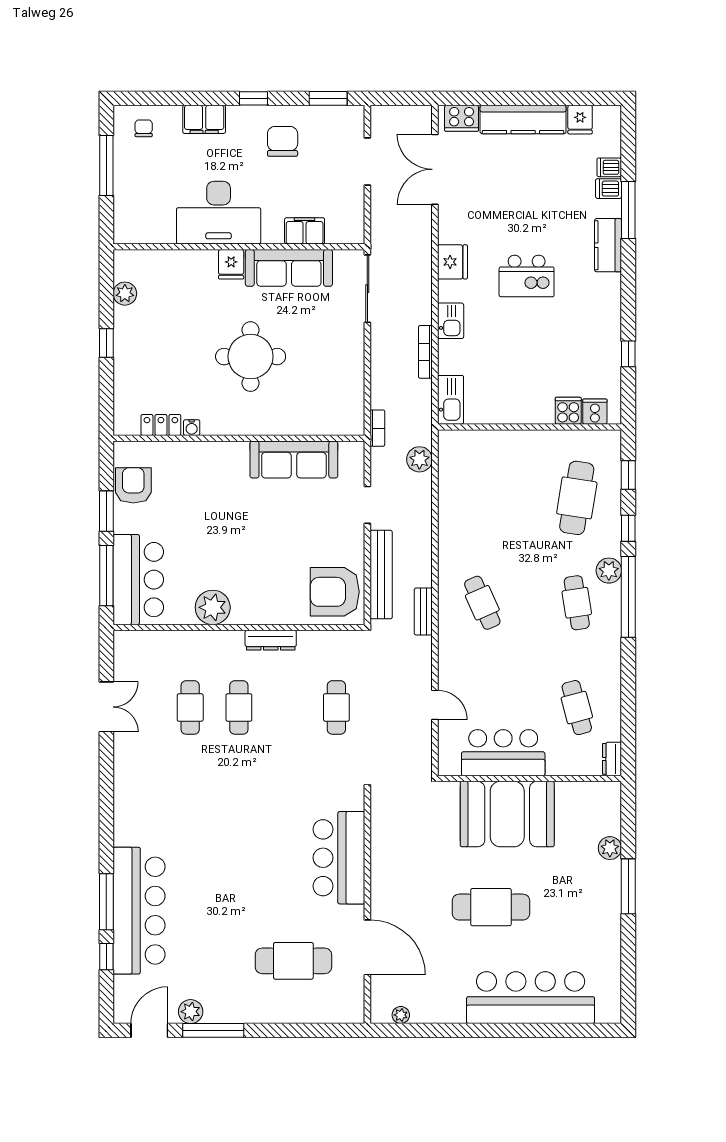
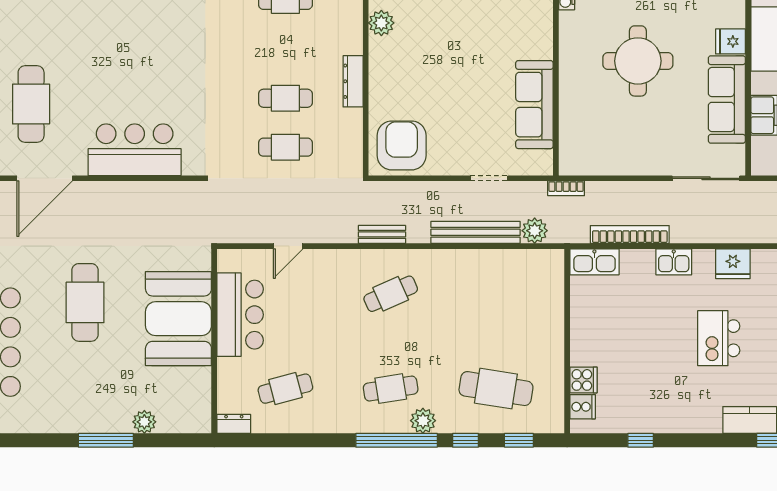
bookcase: (425, 352) -> (630, 234), width x1.48, depth x1.31
bench: (381, 575) -> (476, 232), moved
plant: (213, 607) -> (381, 23), width x0.73, depth x0.73
cafe table: (239, 707) -> (285, 98), moved

